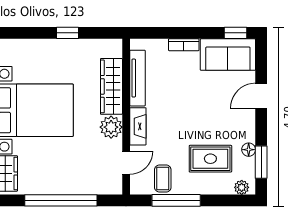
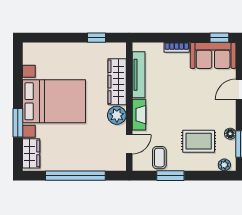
window: (68, 33) -> (97, 38), moved
window: (176, 200) -> (170, 176), width x0.69

